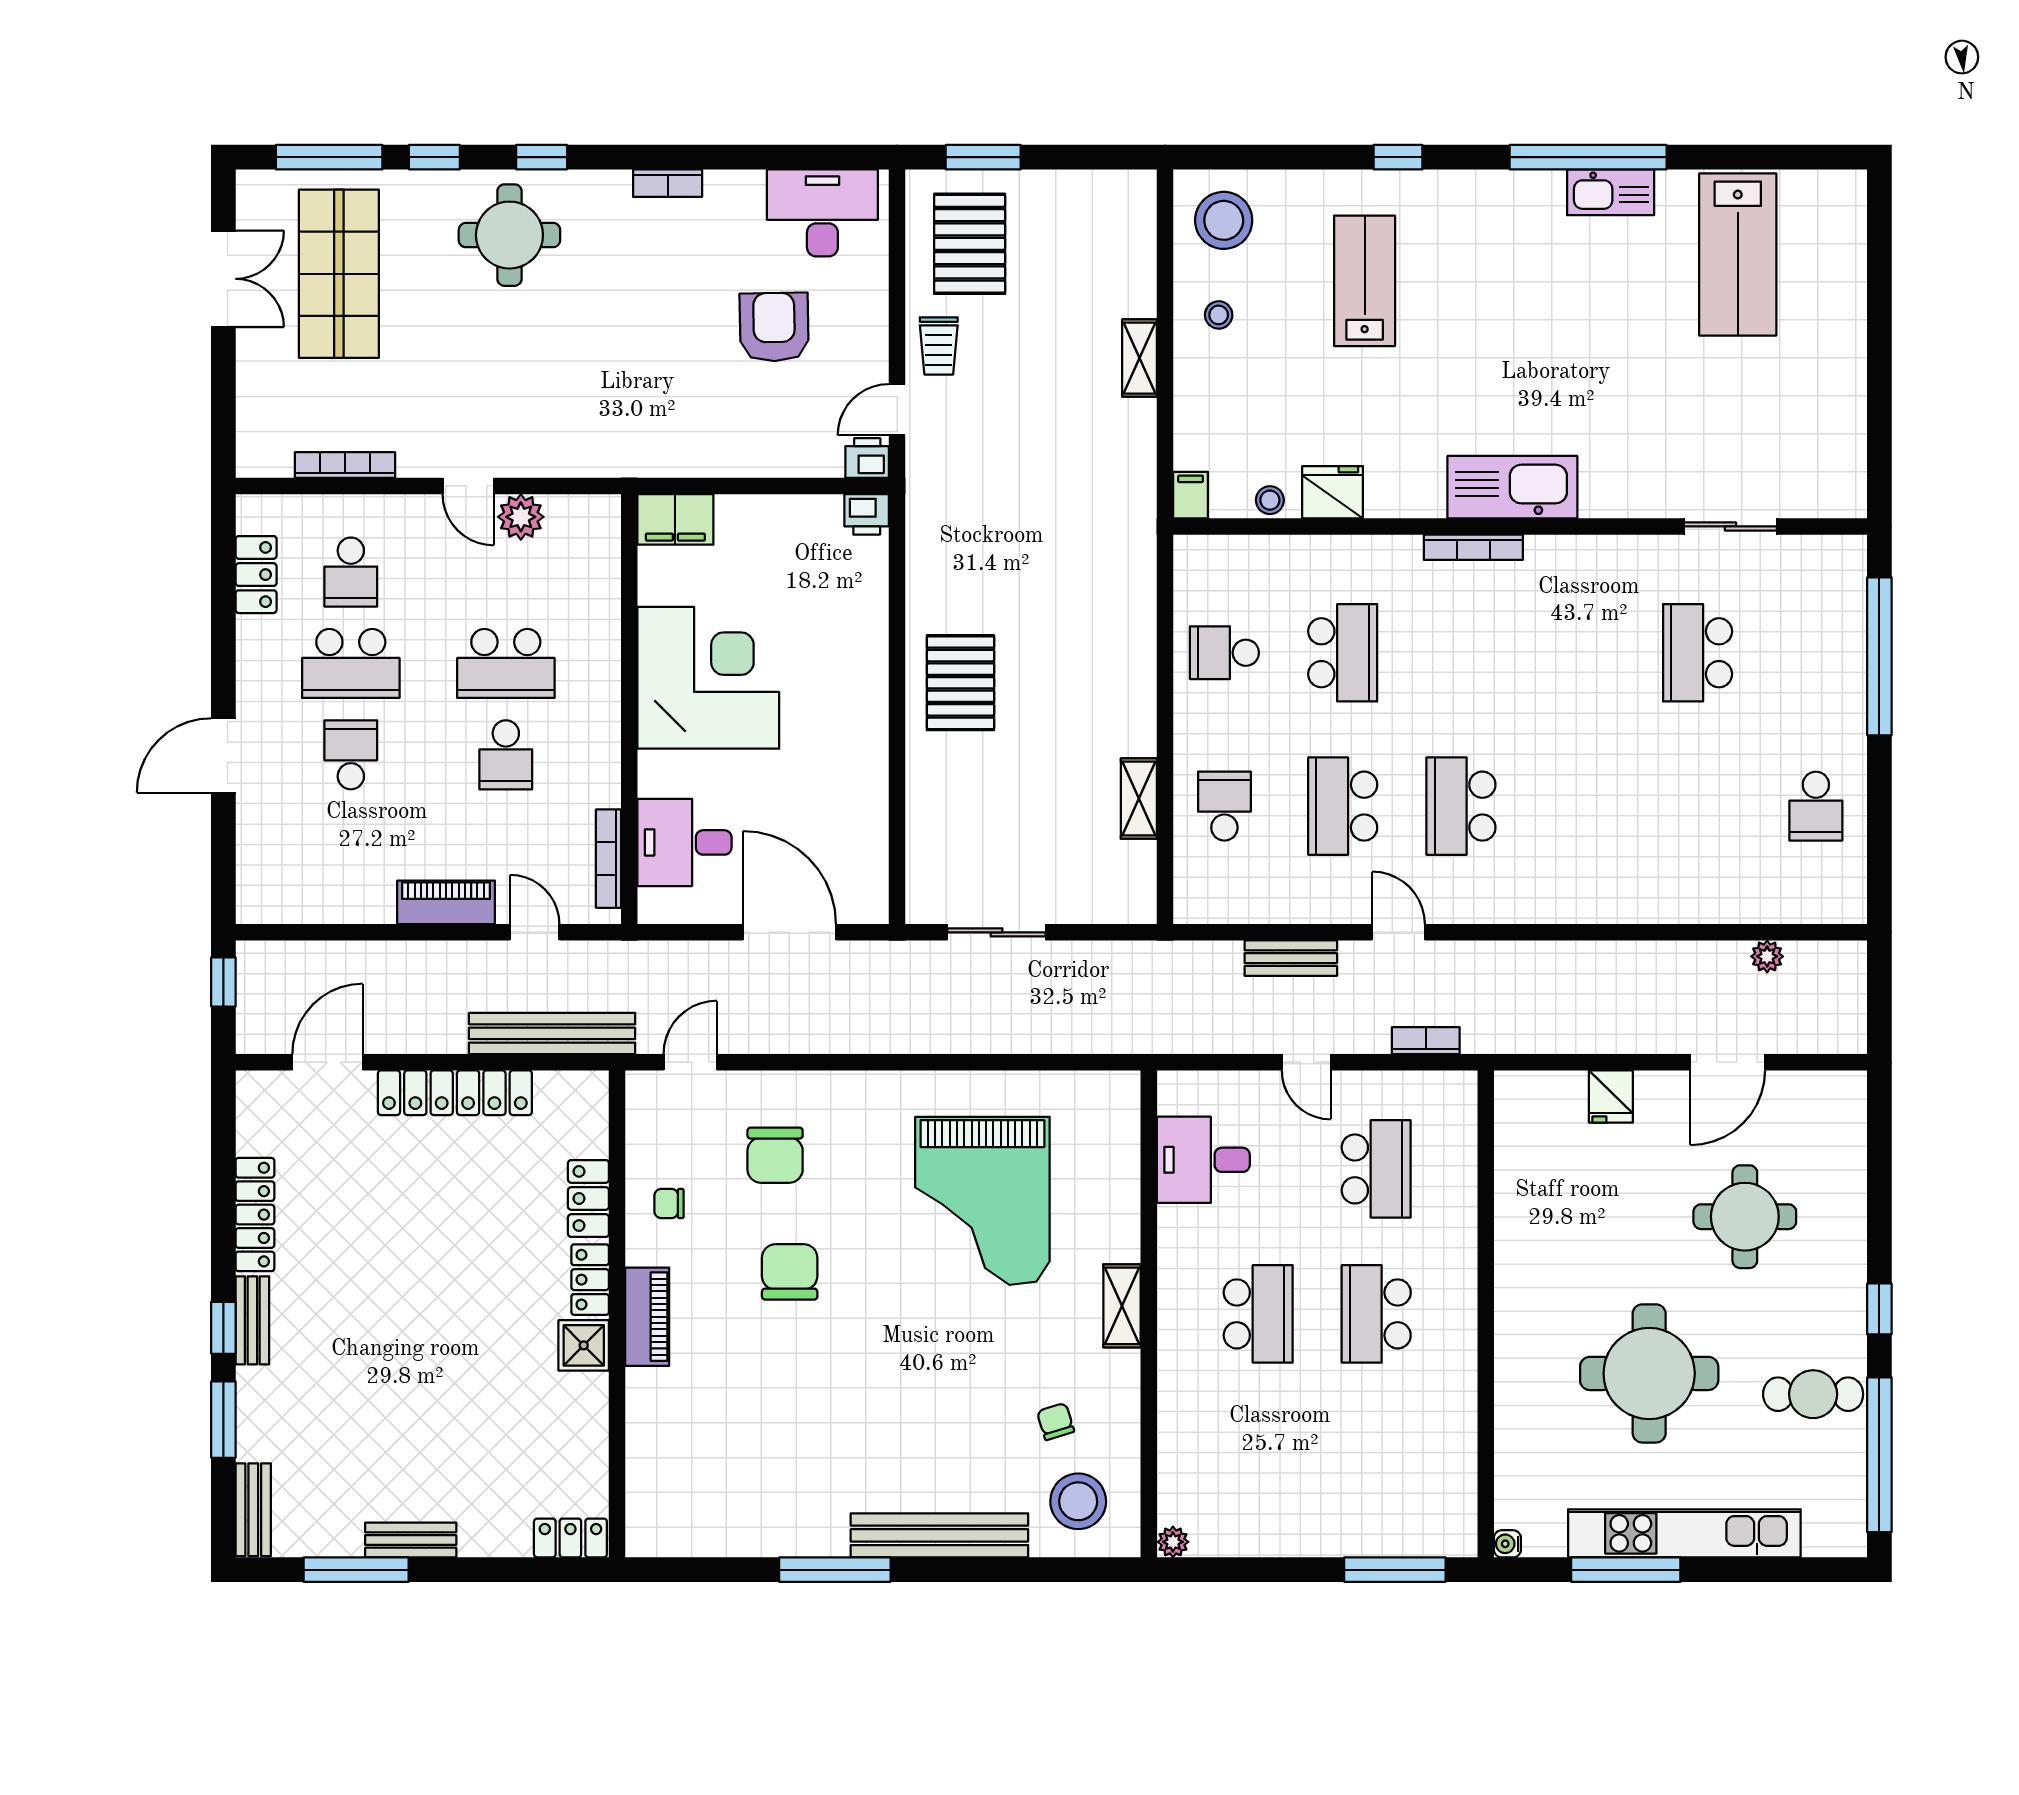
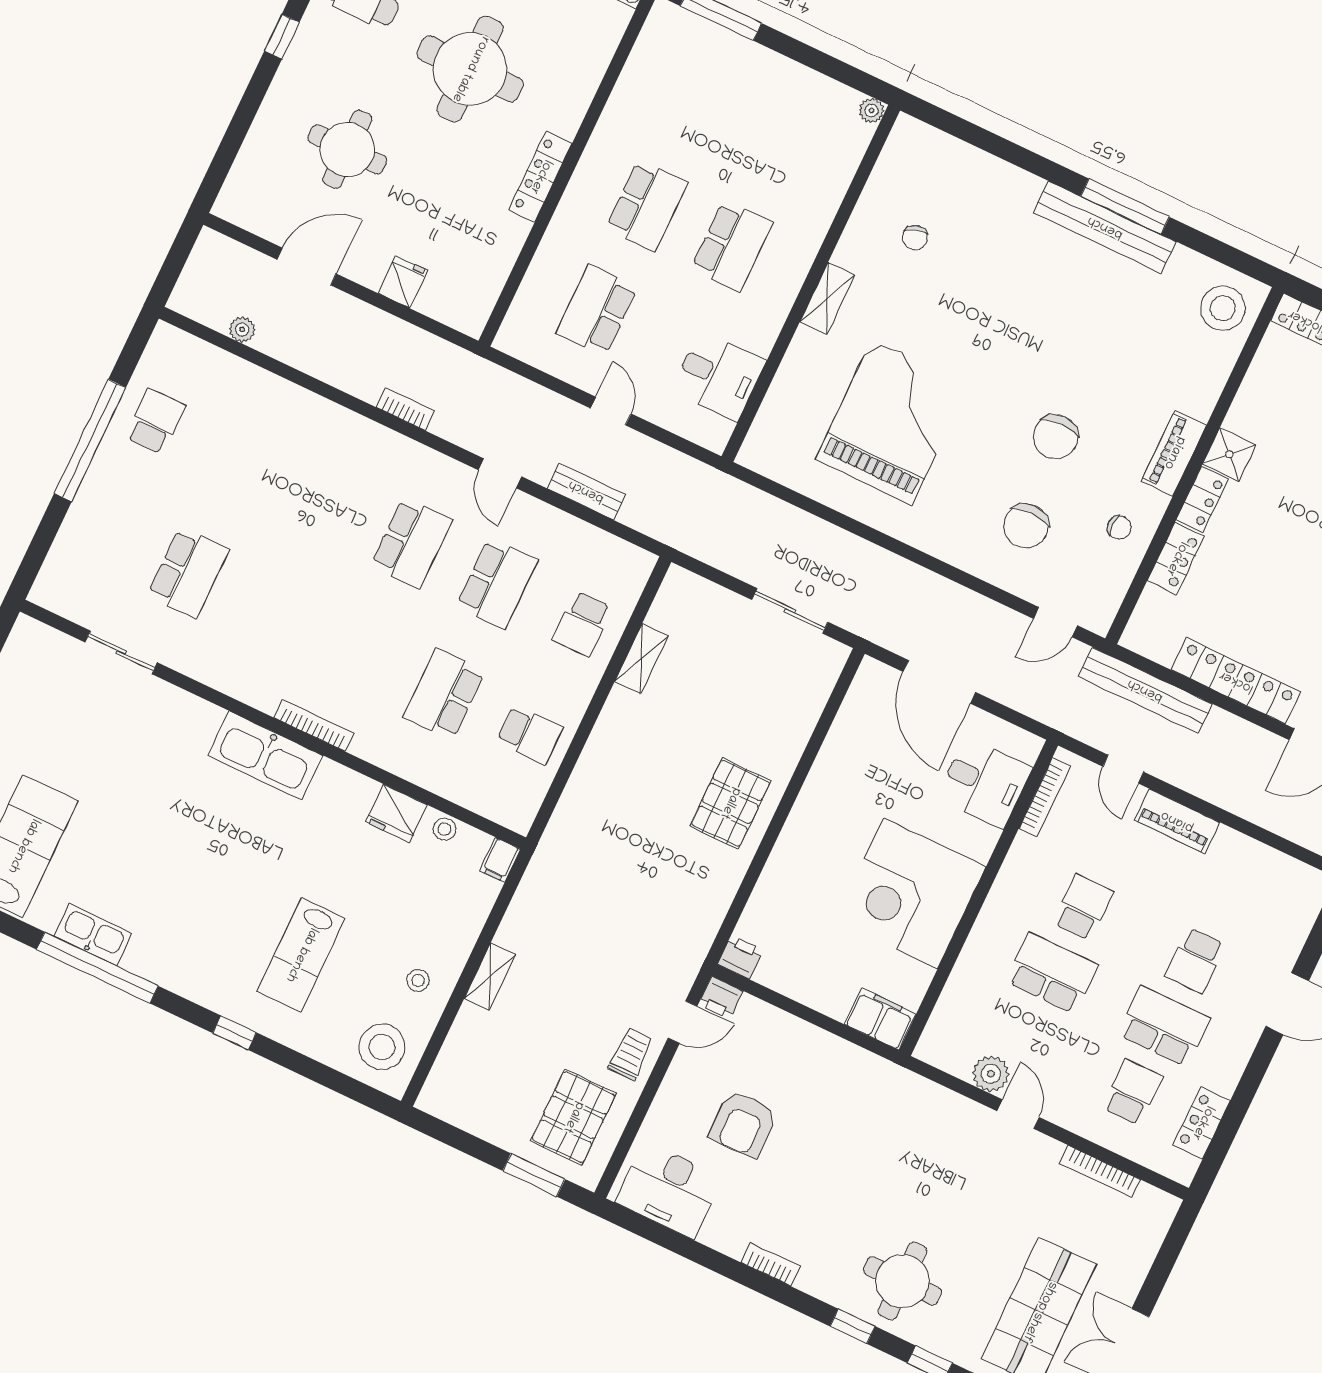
window: (1879, 656) -> (90, 440), moved
bookcase: (1426, 1041) -> (405, 409), moved, turned 180
chair: (775, 1155) -> (1026, 526), turned 180
locker: (1512, 1289) -> (540, 177), added
school desk: (1258, 1314) -> (732, 246), turned 180
stool: (1078, 1501) -> (1223, 308), moved
bench: (939, 1535) -> (1105, 227), moved

